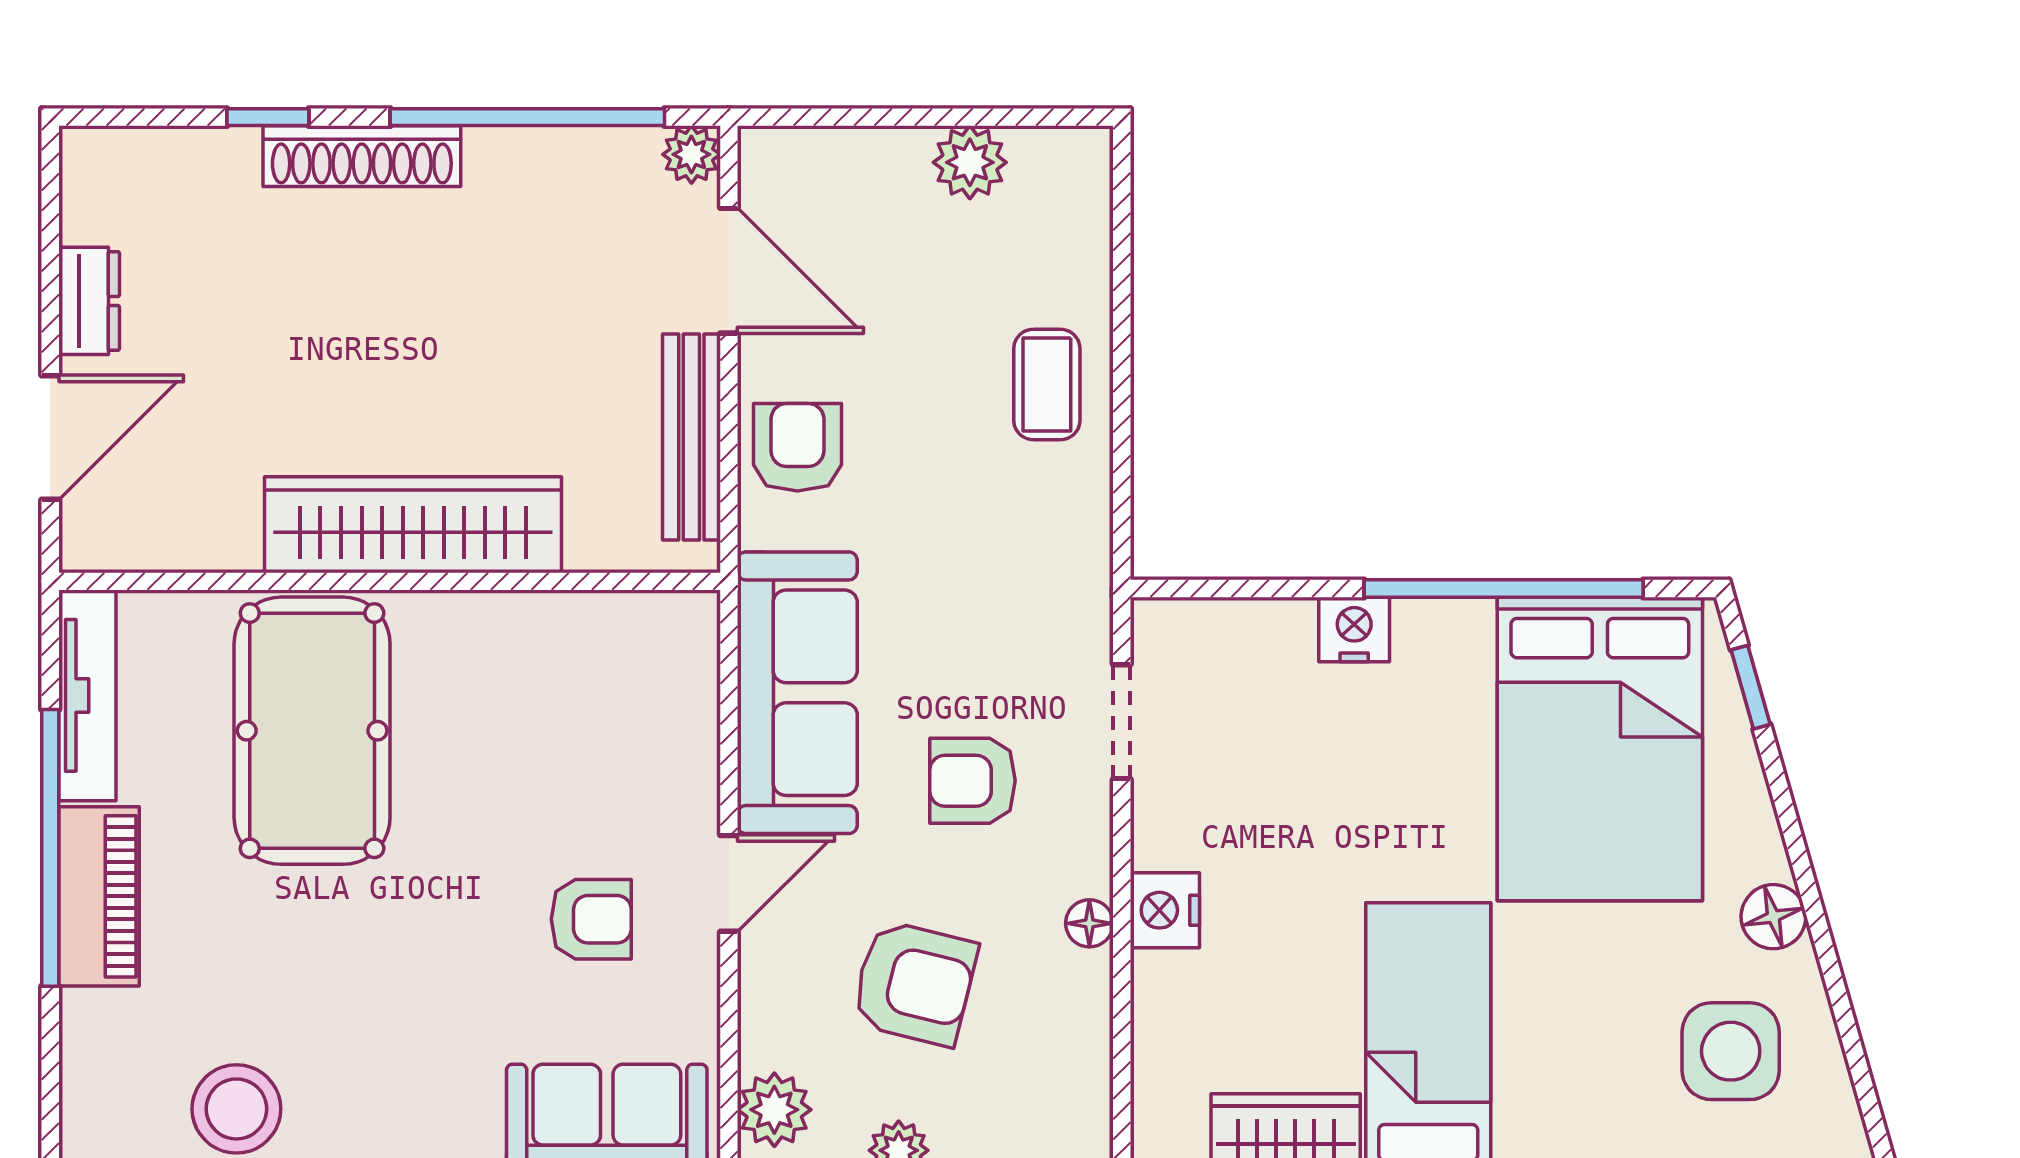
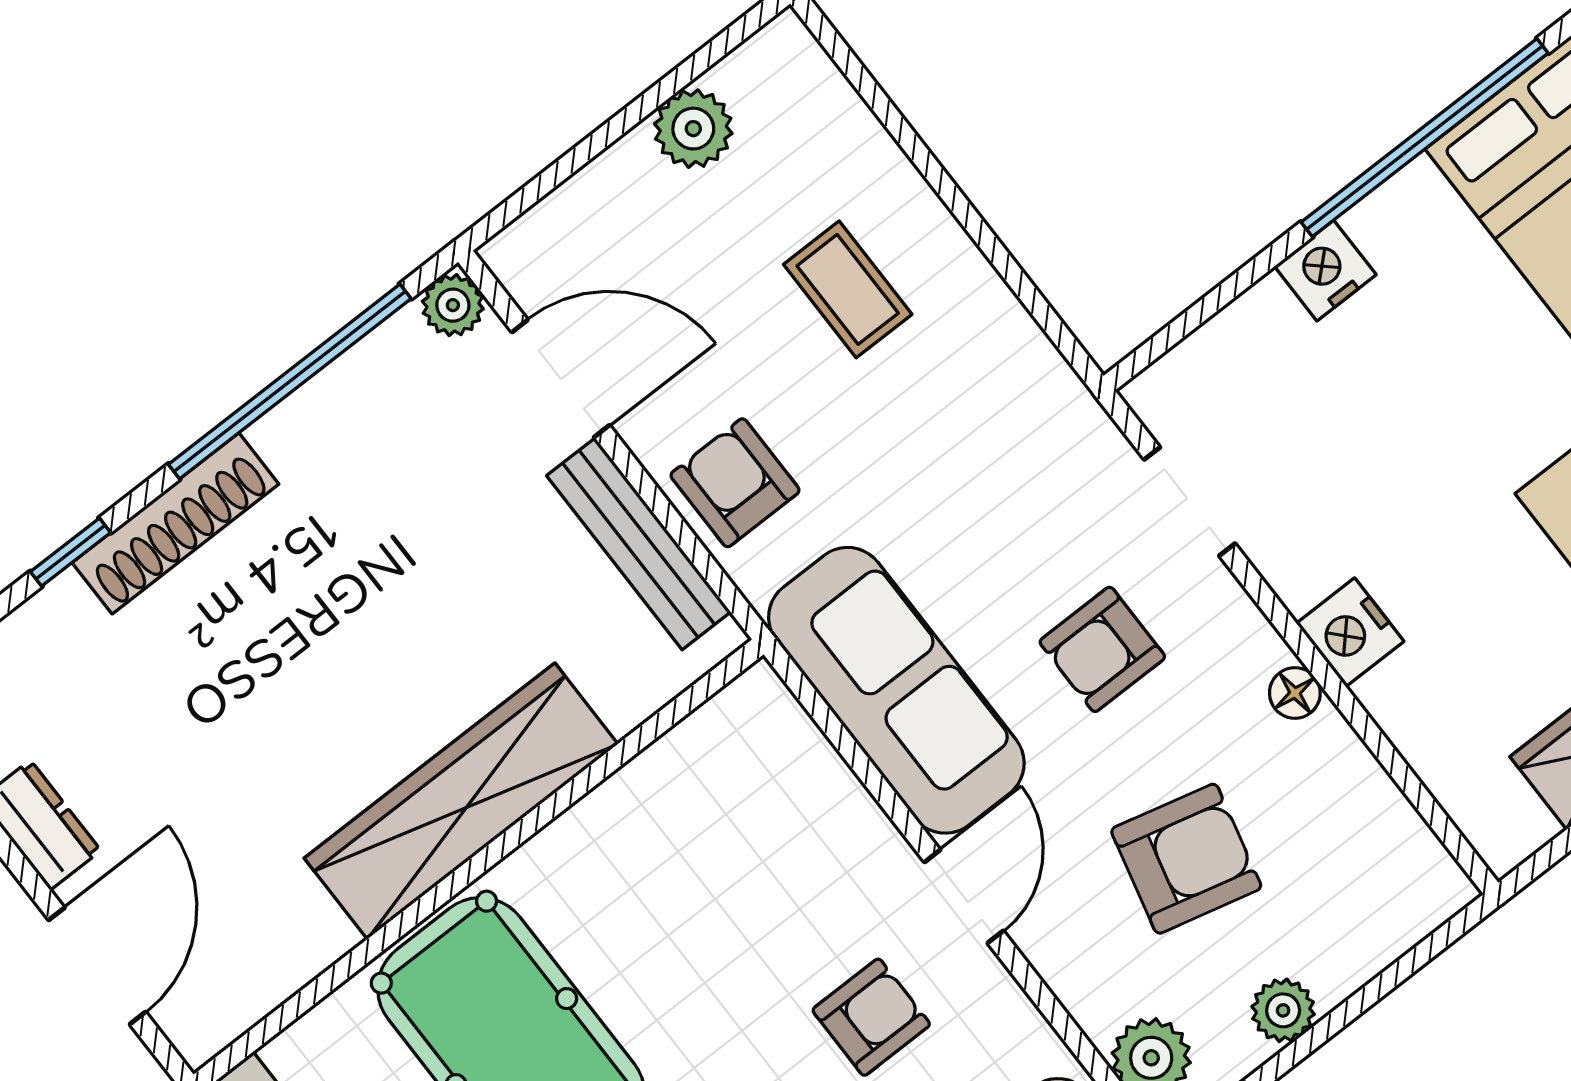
coffee table: (1047, 384) -> (848, 289), moved

